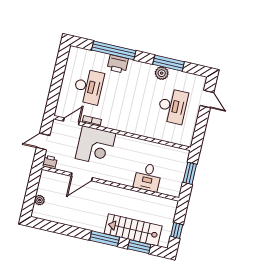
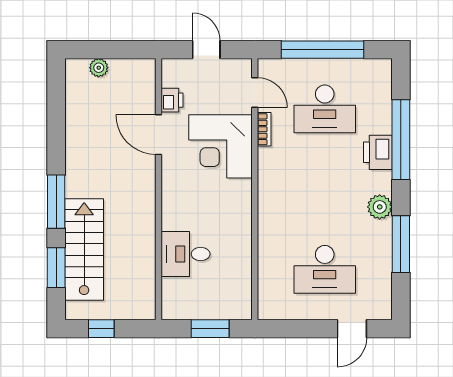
plant: (162, 73) -> (380, 207), moved
window: (57, 81) -> (322, 50), added
printer: (50, 162) -> (172, 100), moved

